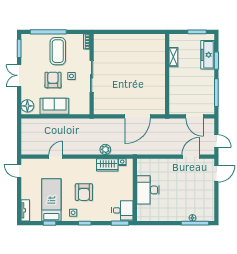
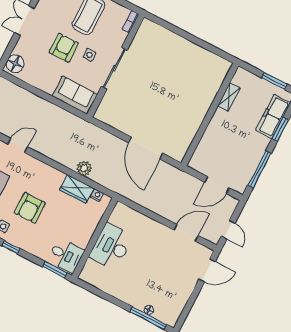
sofa: (54, 106) -> (75, 95), moved
door: (138, 116) -> (146, 148), hinge flipped
door: (195, 116) -> (217, 185), hinge flipped

